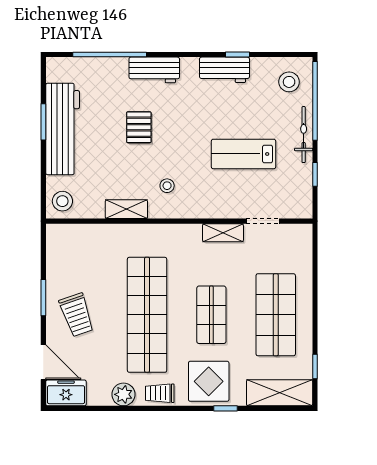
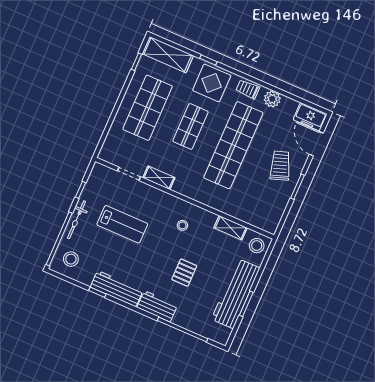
workbench: (224, 70) -> (117, 289), width x1.38
shelving: (126, 209) -> (231, 228), moved
trolley: (160, 393) -> (248, 89), turned 180

